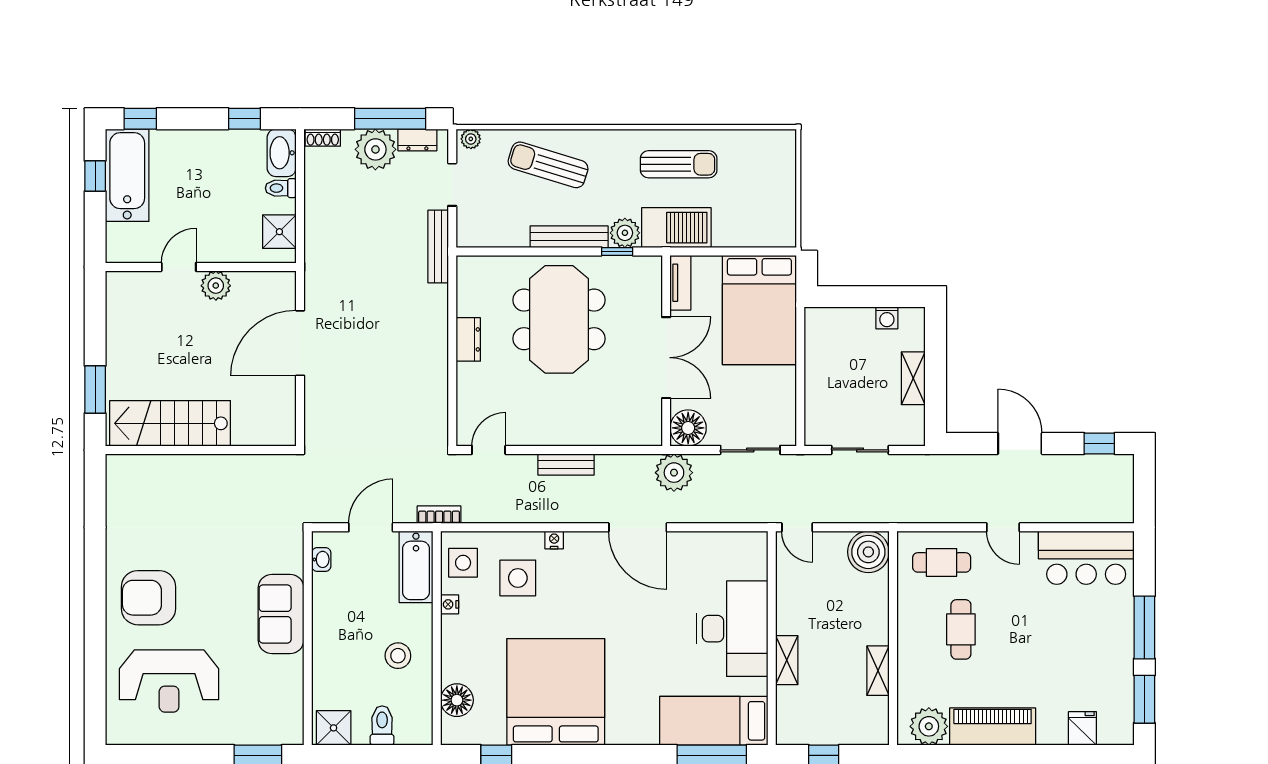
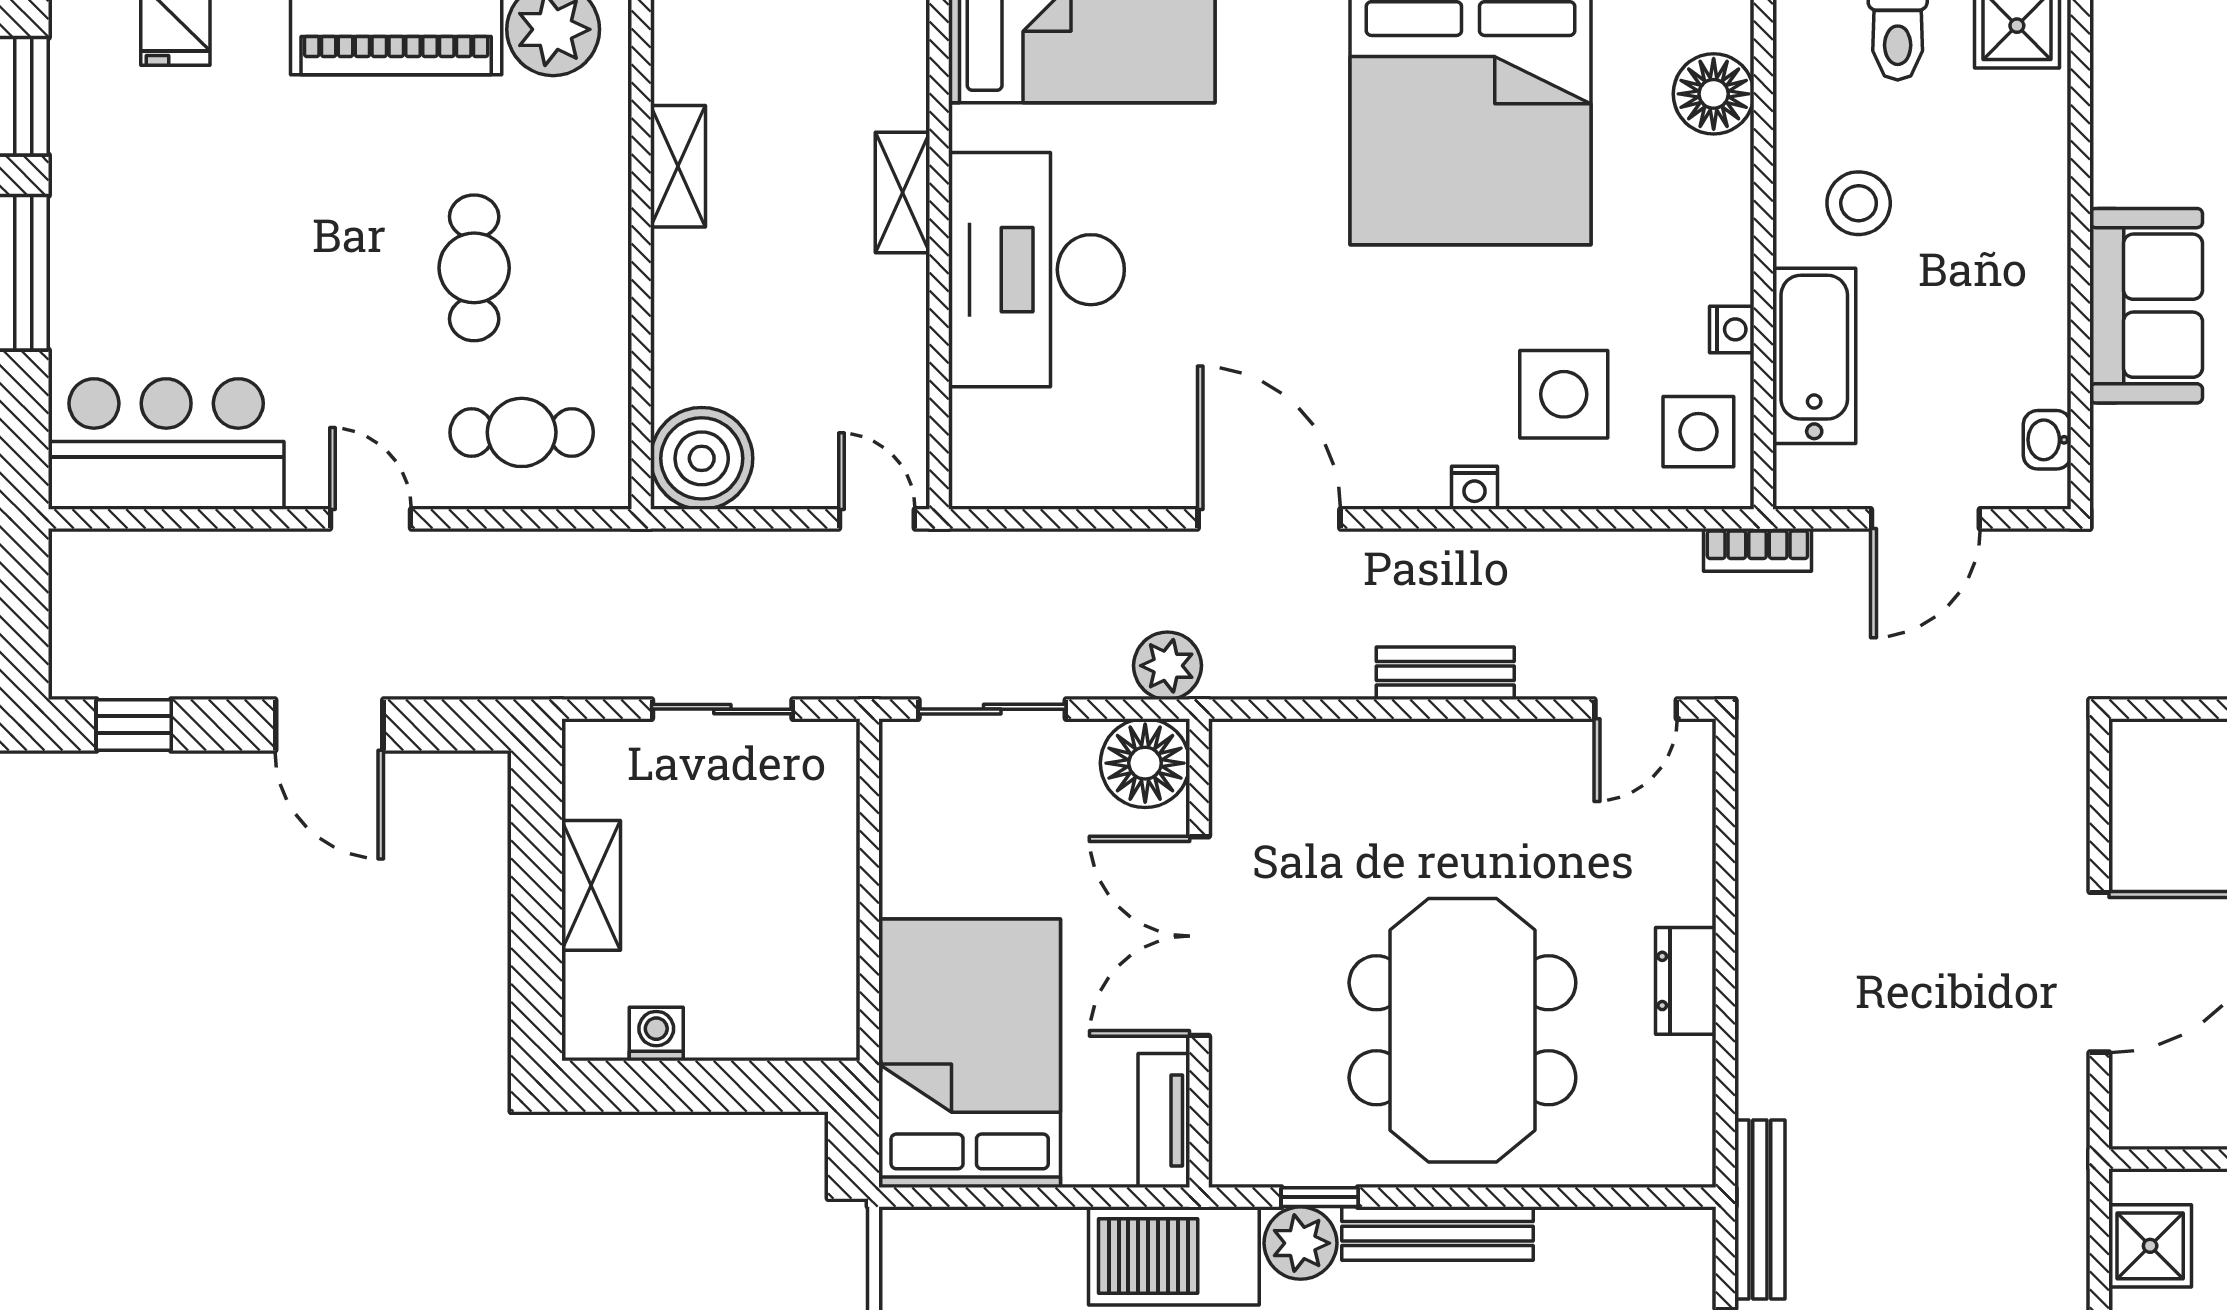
plant: (674, 473) -> (1167, 666), width x0.73, depth x0.73
bathtub: (416, 567) -> (1814, 356), moved

